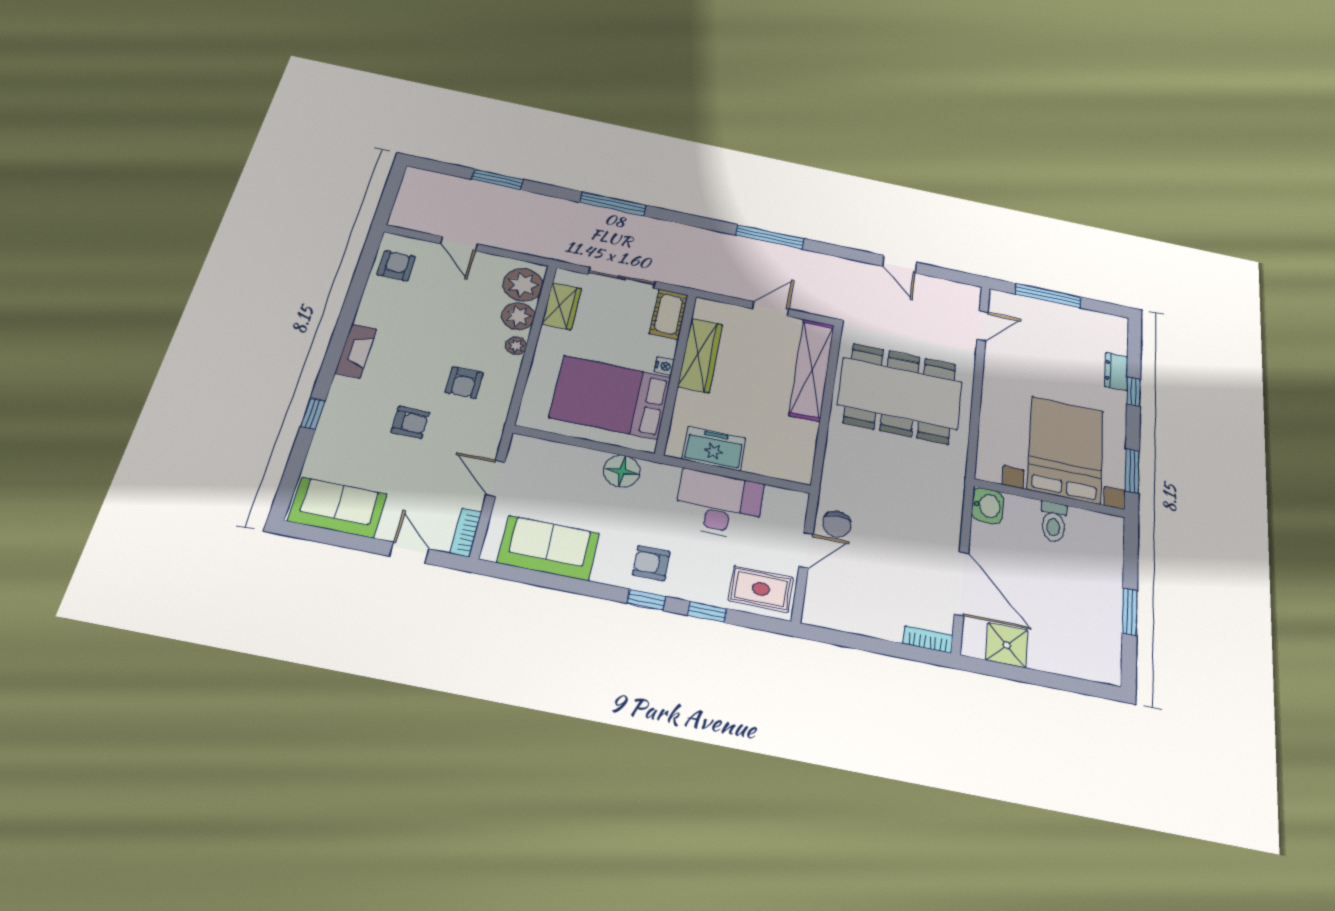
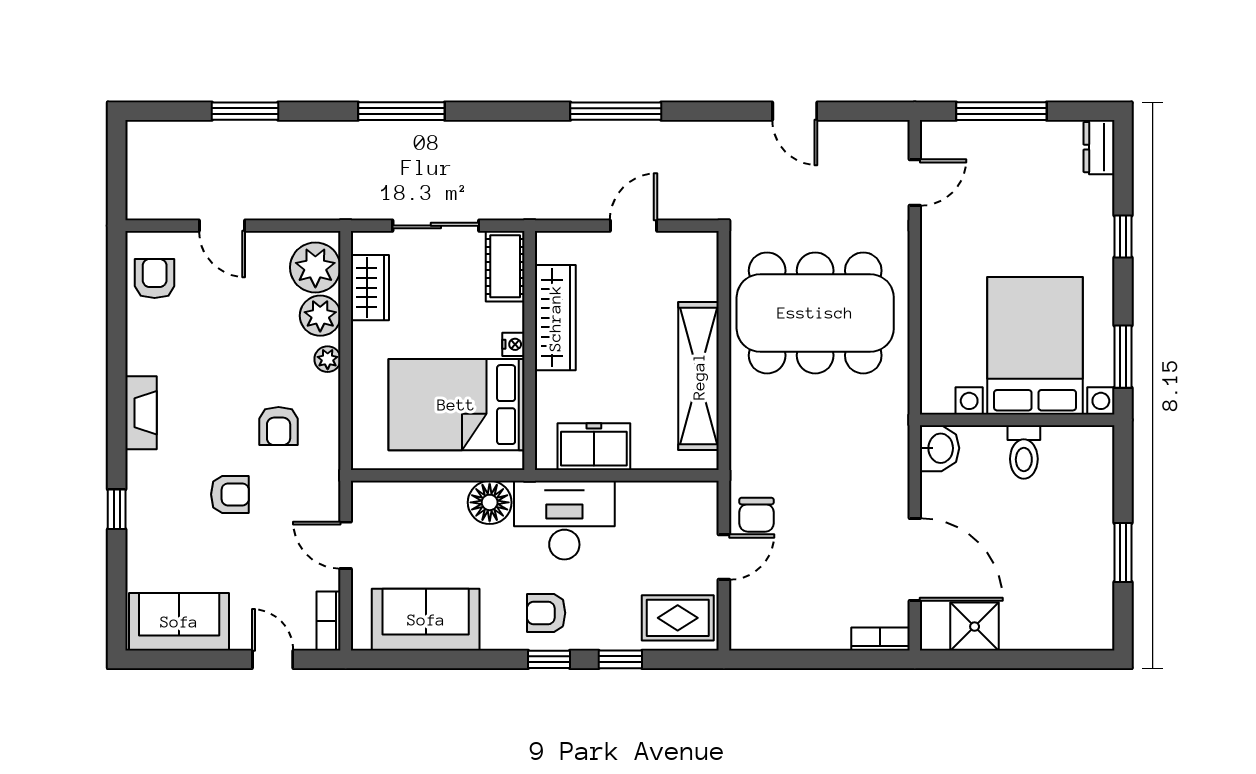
shelving: (812, 370) -> (699, 376), moved
dresser: (1116, 372) -> (1099, 147), moved
desk: (719, 504) -> (564, 520), moved

